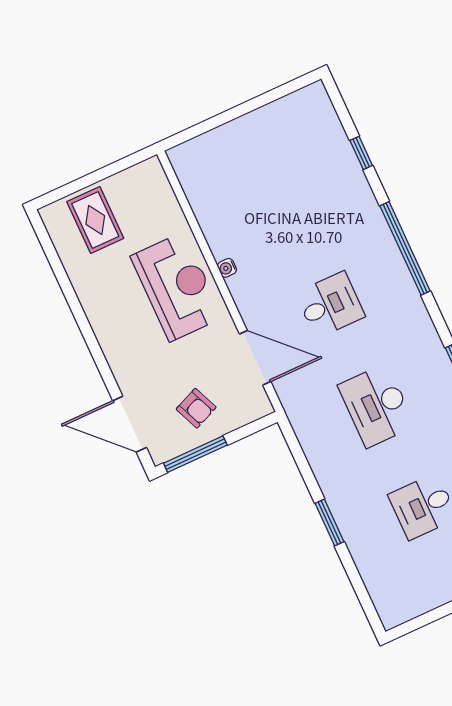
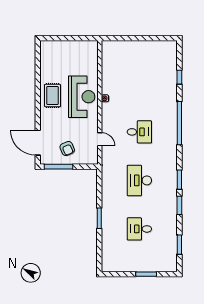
rug: (95, 220) -> (53, 96), moved
door: (255, 358) -> (100, 139), width x0.53

